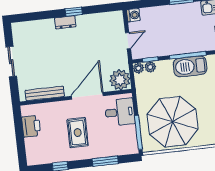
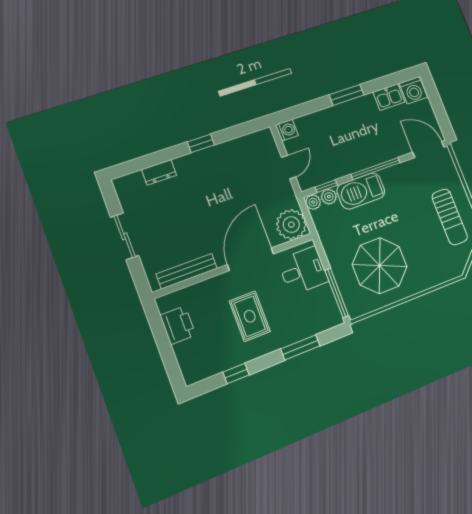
dresser: (65, 22) -> (159, 172), moved
barbecue: (190, 66) -> (361, 191), moved
parasol: (173, 122) -> (380, 266), width x0.73, depth x0.73

